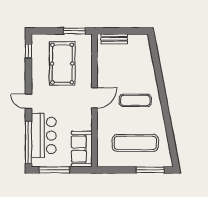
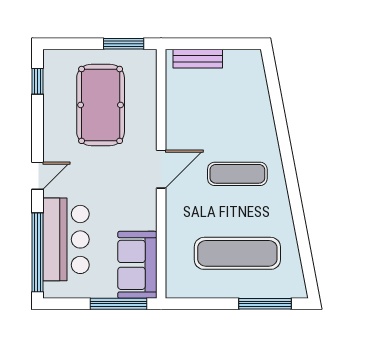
door: (28, 101) -> (38, 176), swing flipped
window: (54, 170) -> (118, 304), moved

